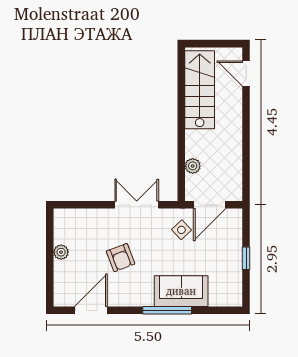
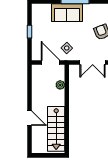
door: (246, 74) -> (29, 118), moved
door: (210, 205) -> (50, 62), hinge flipped

